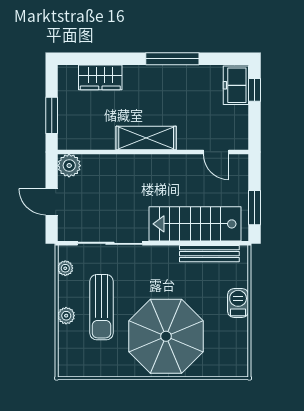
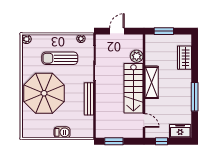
window: (254, 90) -> (162, 141), moved
door: (216, 152) -> (144, 120), swing flipped
plant: (69, 166) -> (137, 56), moved
stairs: (195, 224) -> (133, 88), moved, turned 180
bench: (209, 254) -> (89, 99), moved
plant: (66, 316) -> (26, 39), moved

